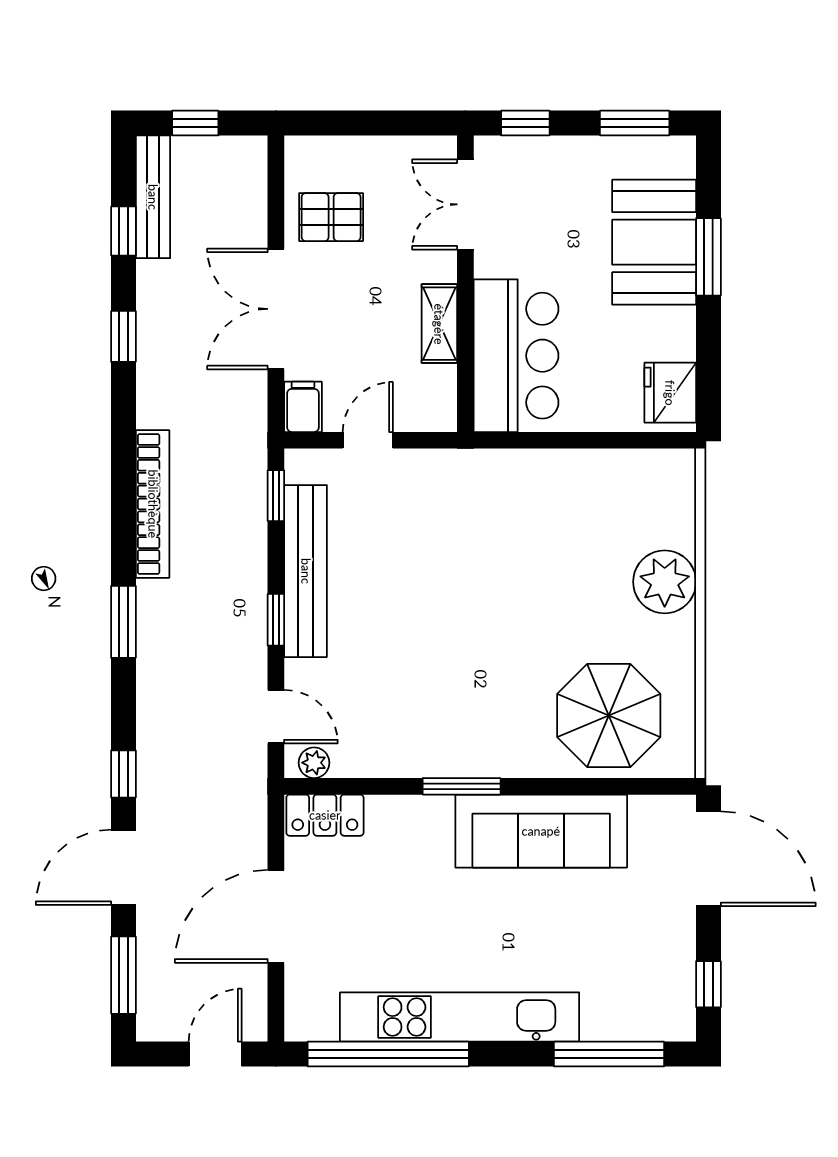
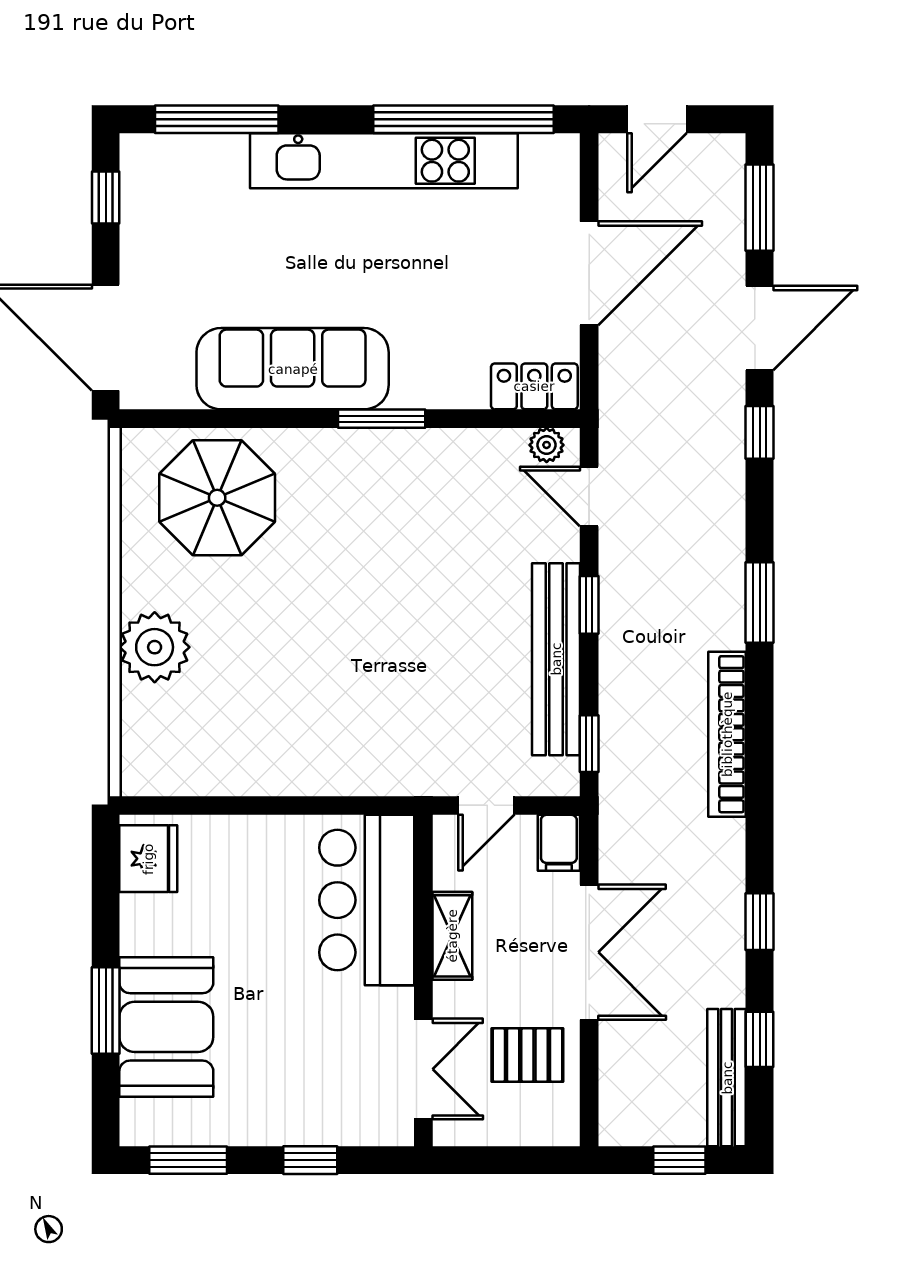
double door: (465, 204) -> (423, 1069), moved
wall: (465, 284) -> (423, 980), moved
shelving: (439, 324) -> (452, 936), moved
bar counter: (516, 356) -> (367, 900), moved

